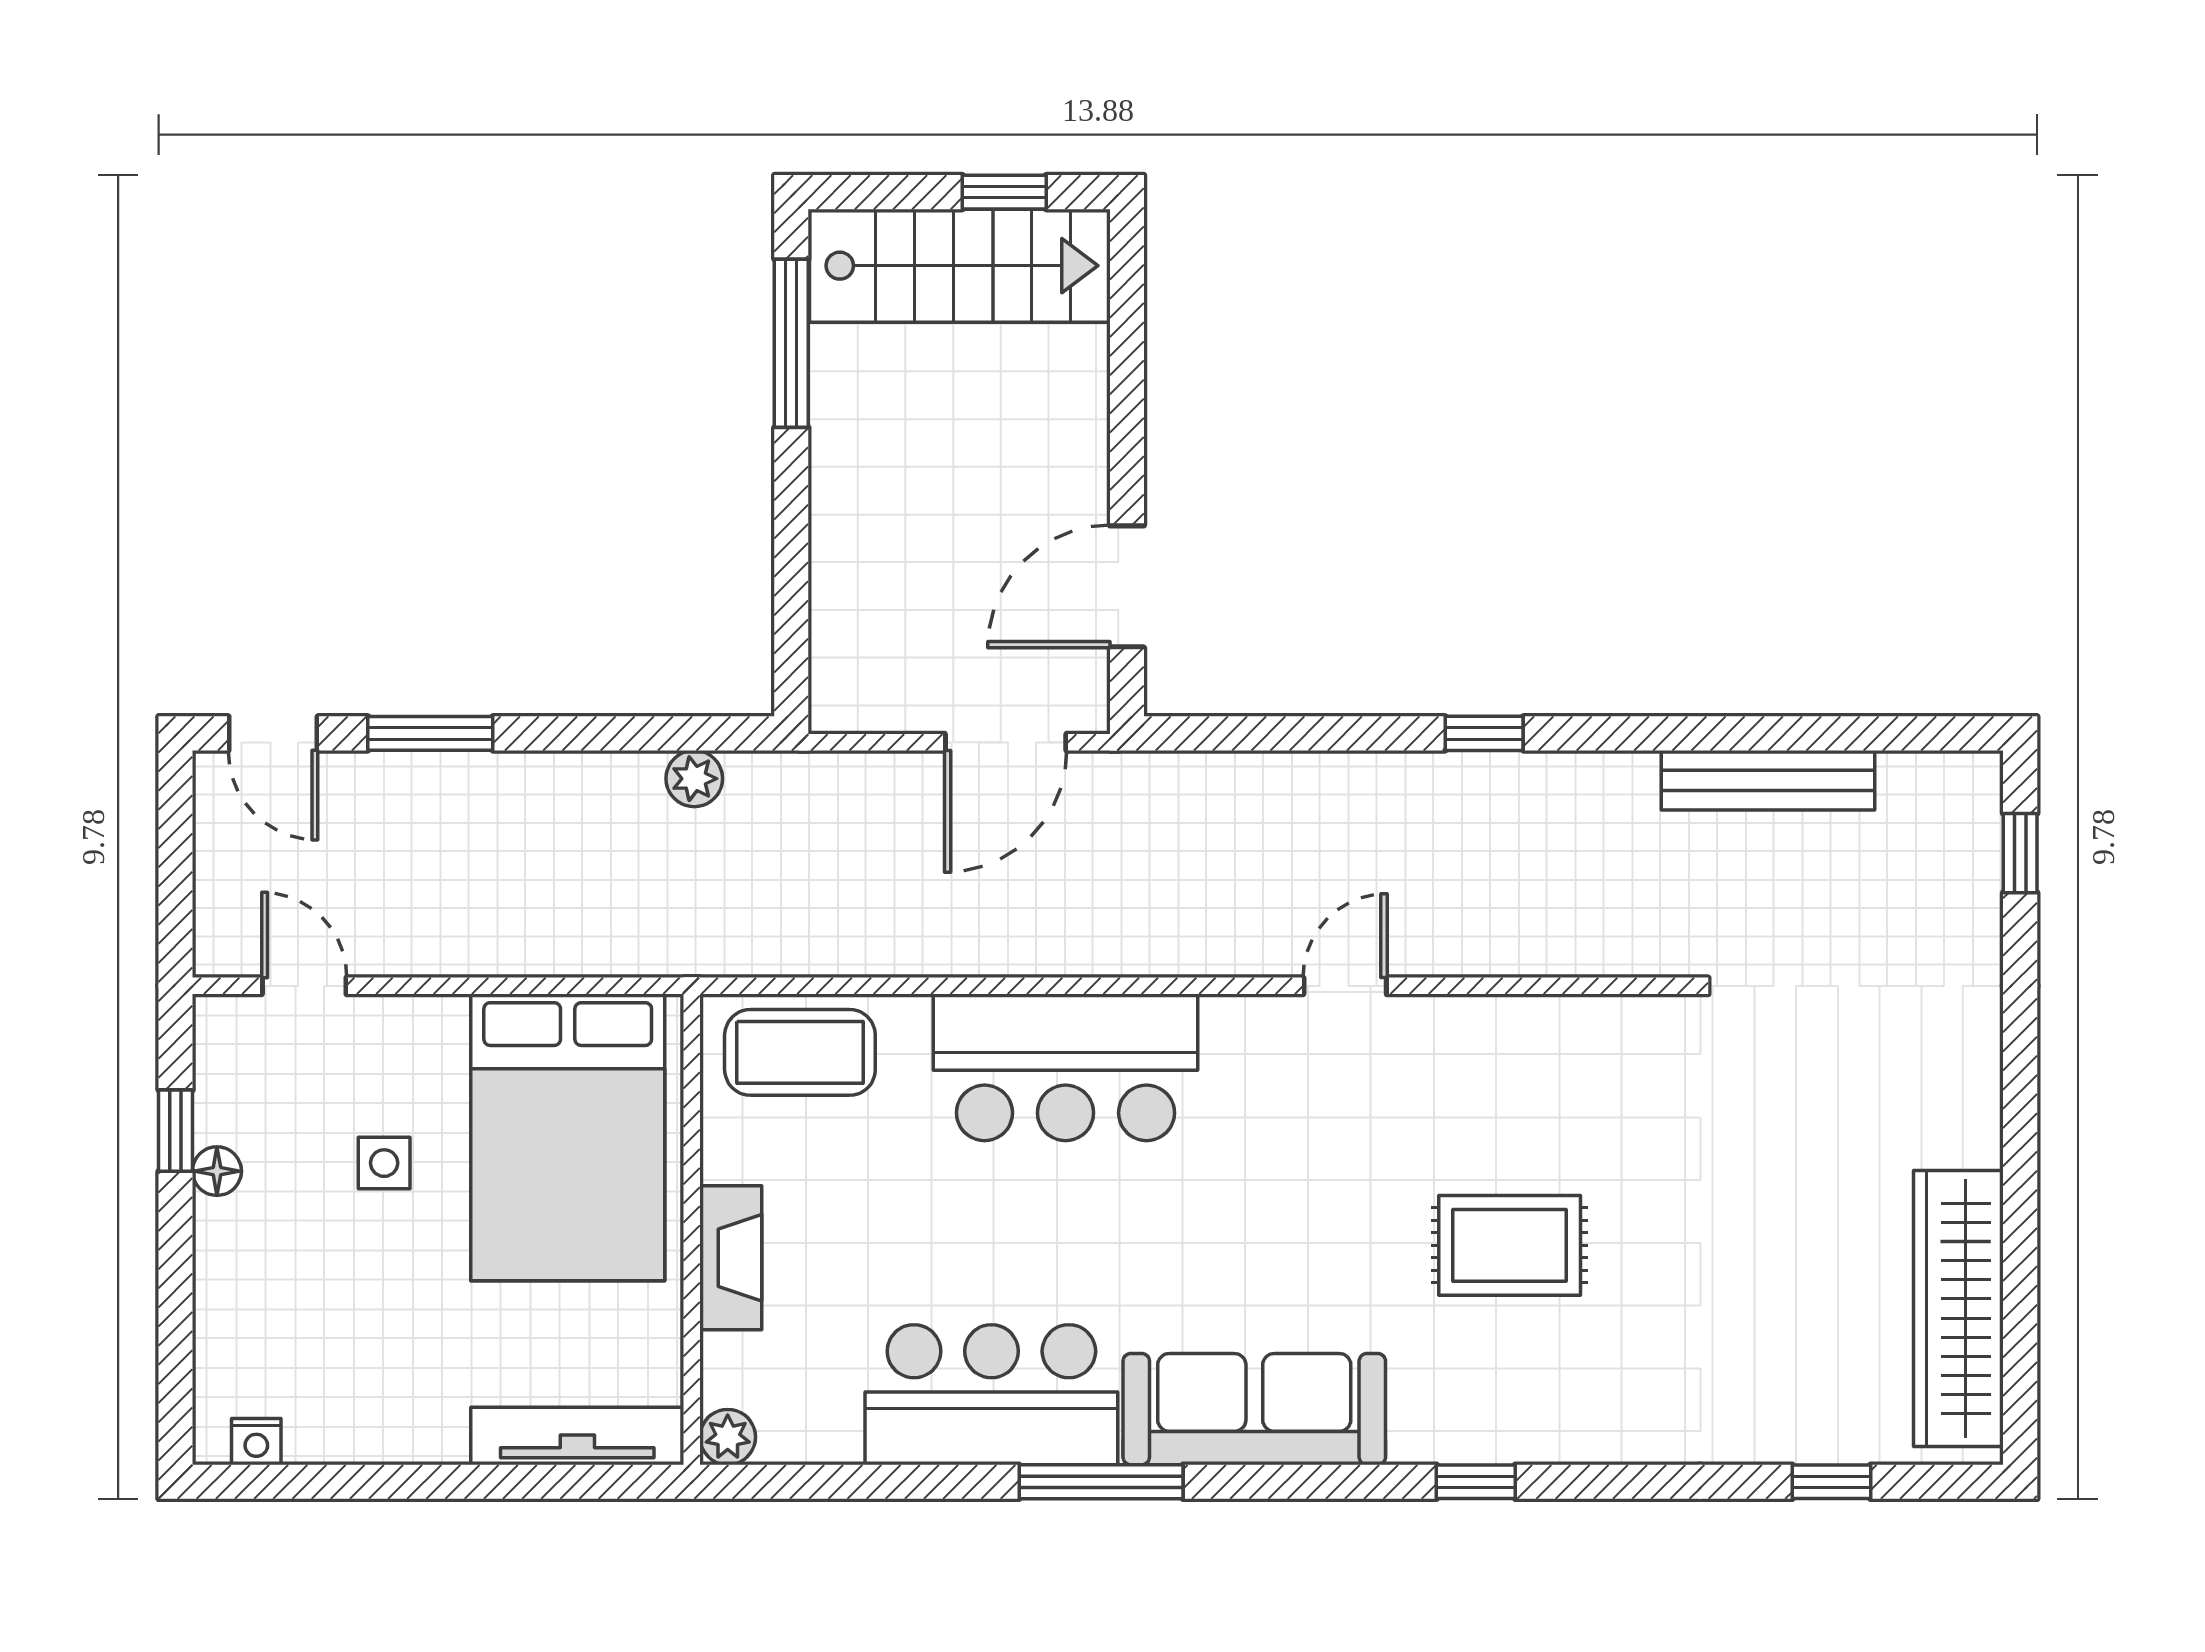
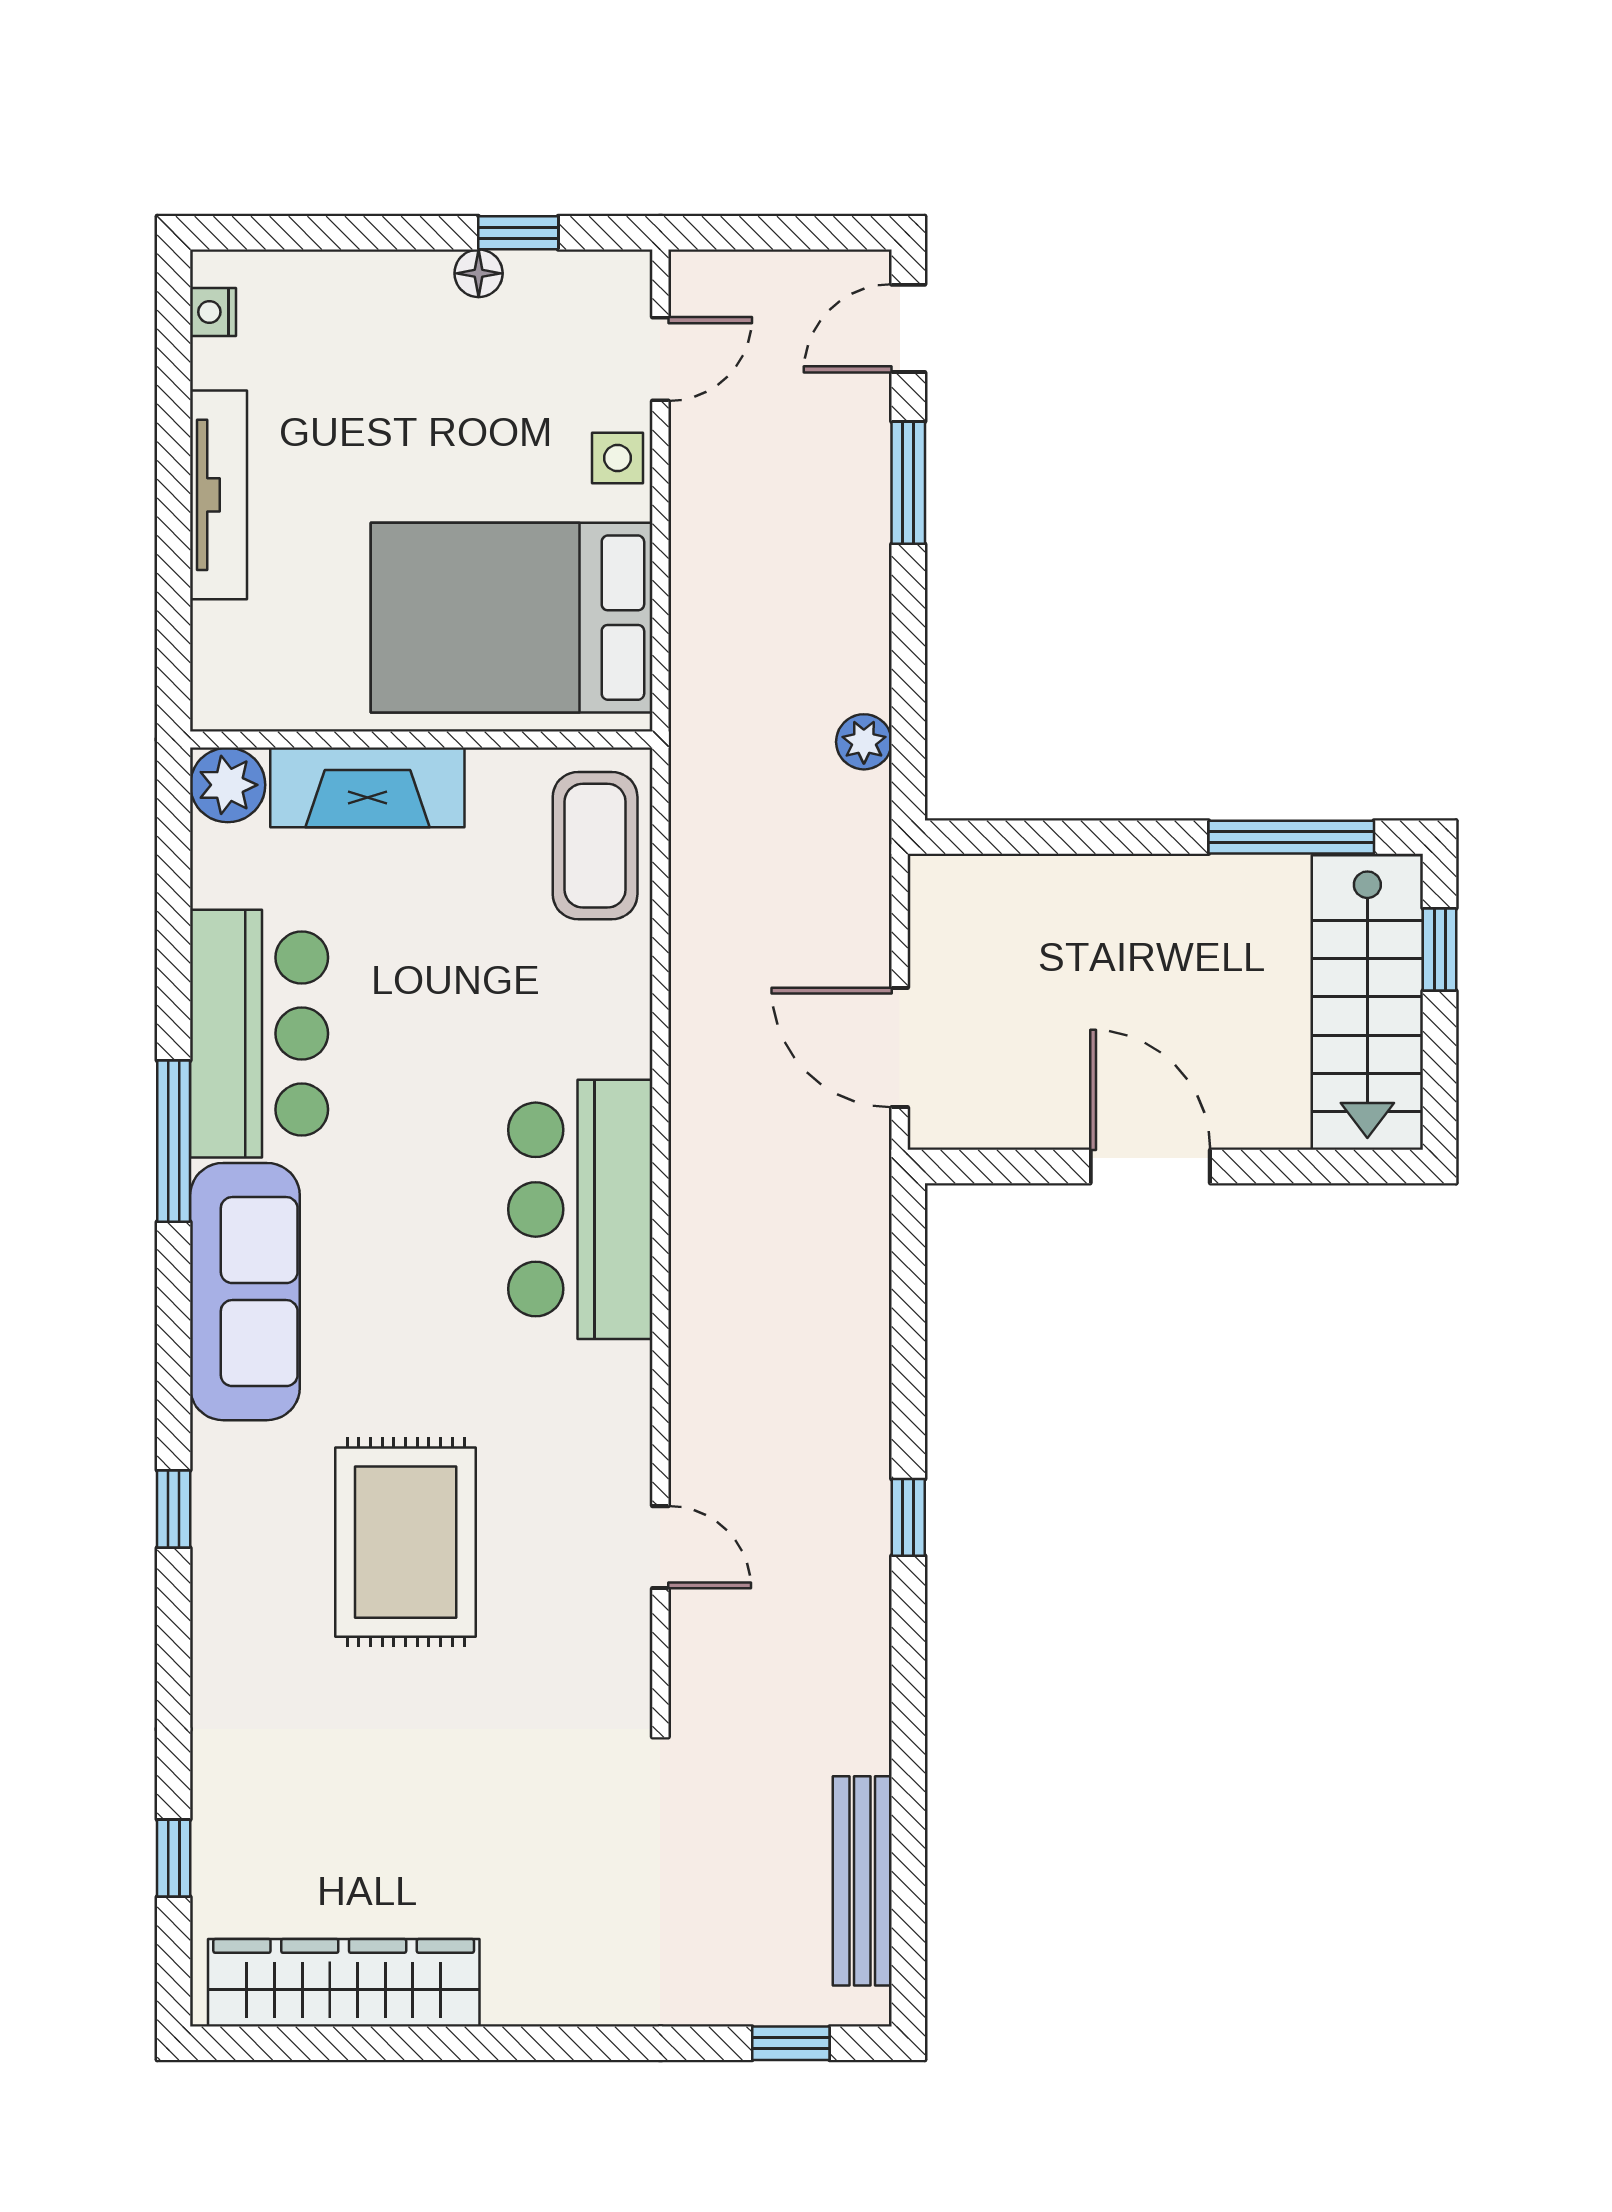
window: (1004, 192) -> (1440, 949), moved
door: (1127, 586) -> (1150, 1167), moved
bench: (1768, 780) -> (862, 1881), moved
door: (1345, 986) -> (660, 1547), moved
bar counter: (1066, 1067) -> (580, 1209), moved
side table: (384, 1163) -> (618, 458), moved
rug: (1510, 1245) -> (406, 1542), width x1.36, depth x1.43
fireplace: (731, 1258) -> (367, 787), width x1.37, depth x1.32
tv unit: (577, 1436) -> (219, 495), moved
plant: (728, 1437) -> (228, 785), width x1.38, depth x1.38

